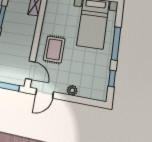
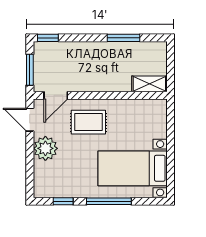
plant: (72, 90) -> (45, 148), width x1.88, depth x1.88

